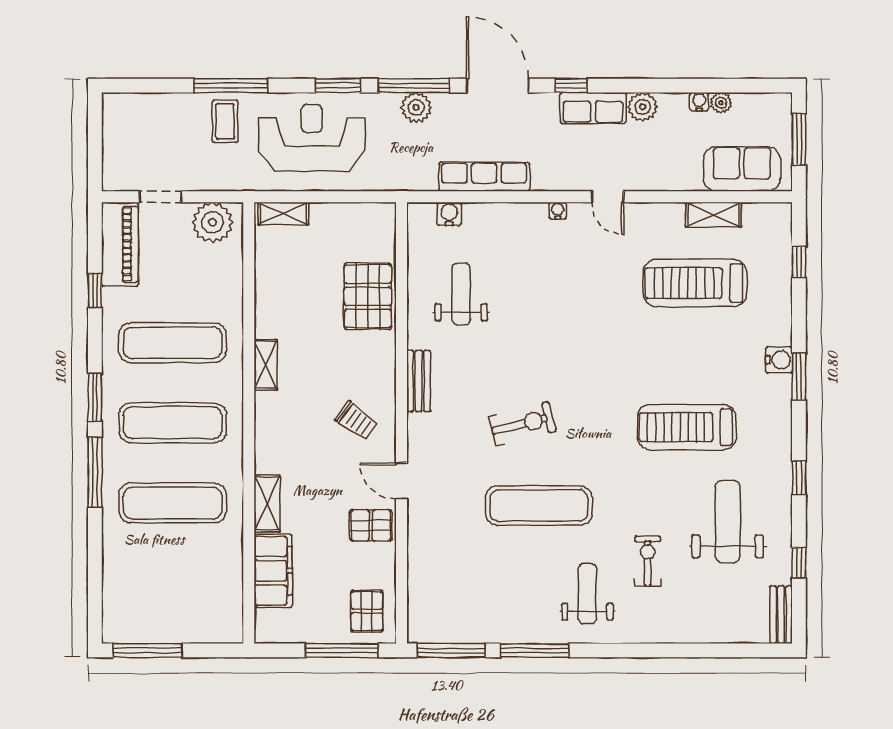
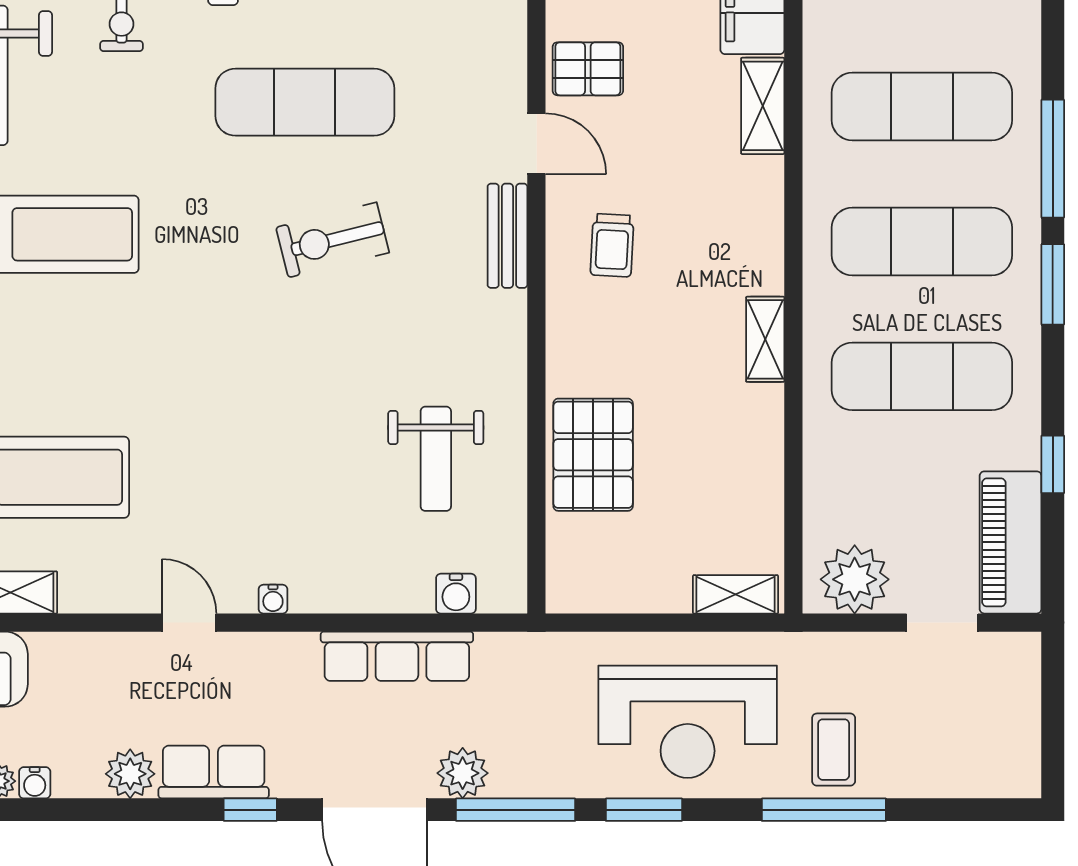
plant: (416, 107) -> (463, 773), moved
bench: (419, 381) -> (507, 236), moved
trolley: (356, 421) -> (612, 245), turned -123

